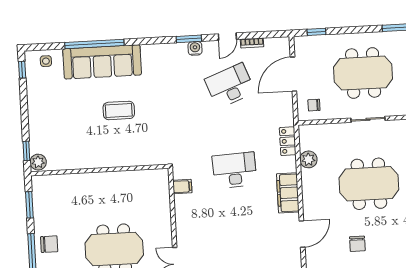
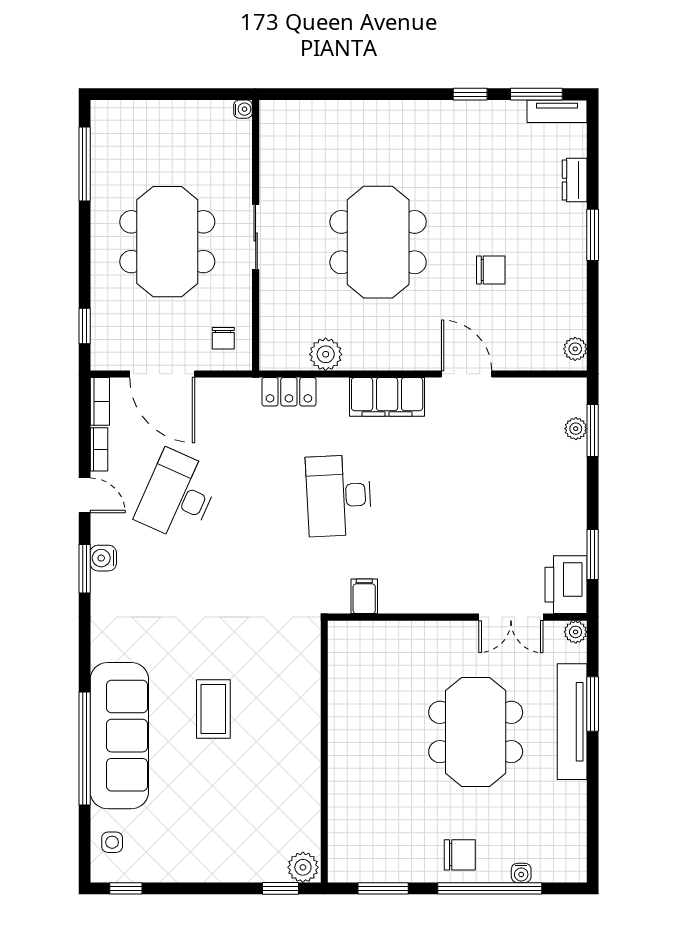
bookcase: (277, 42) -> (100, 401), added
desk: (230, 86) -> (178, 496), turned 45
chair: (49, 244) -> (460, 855), turned 90

